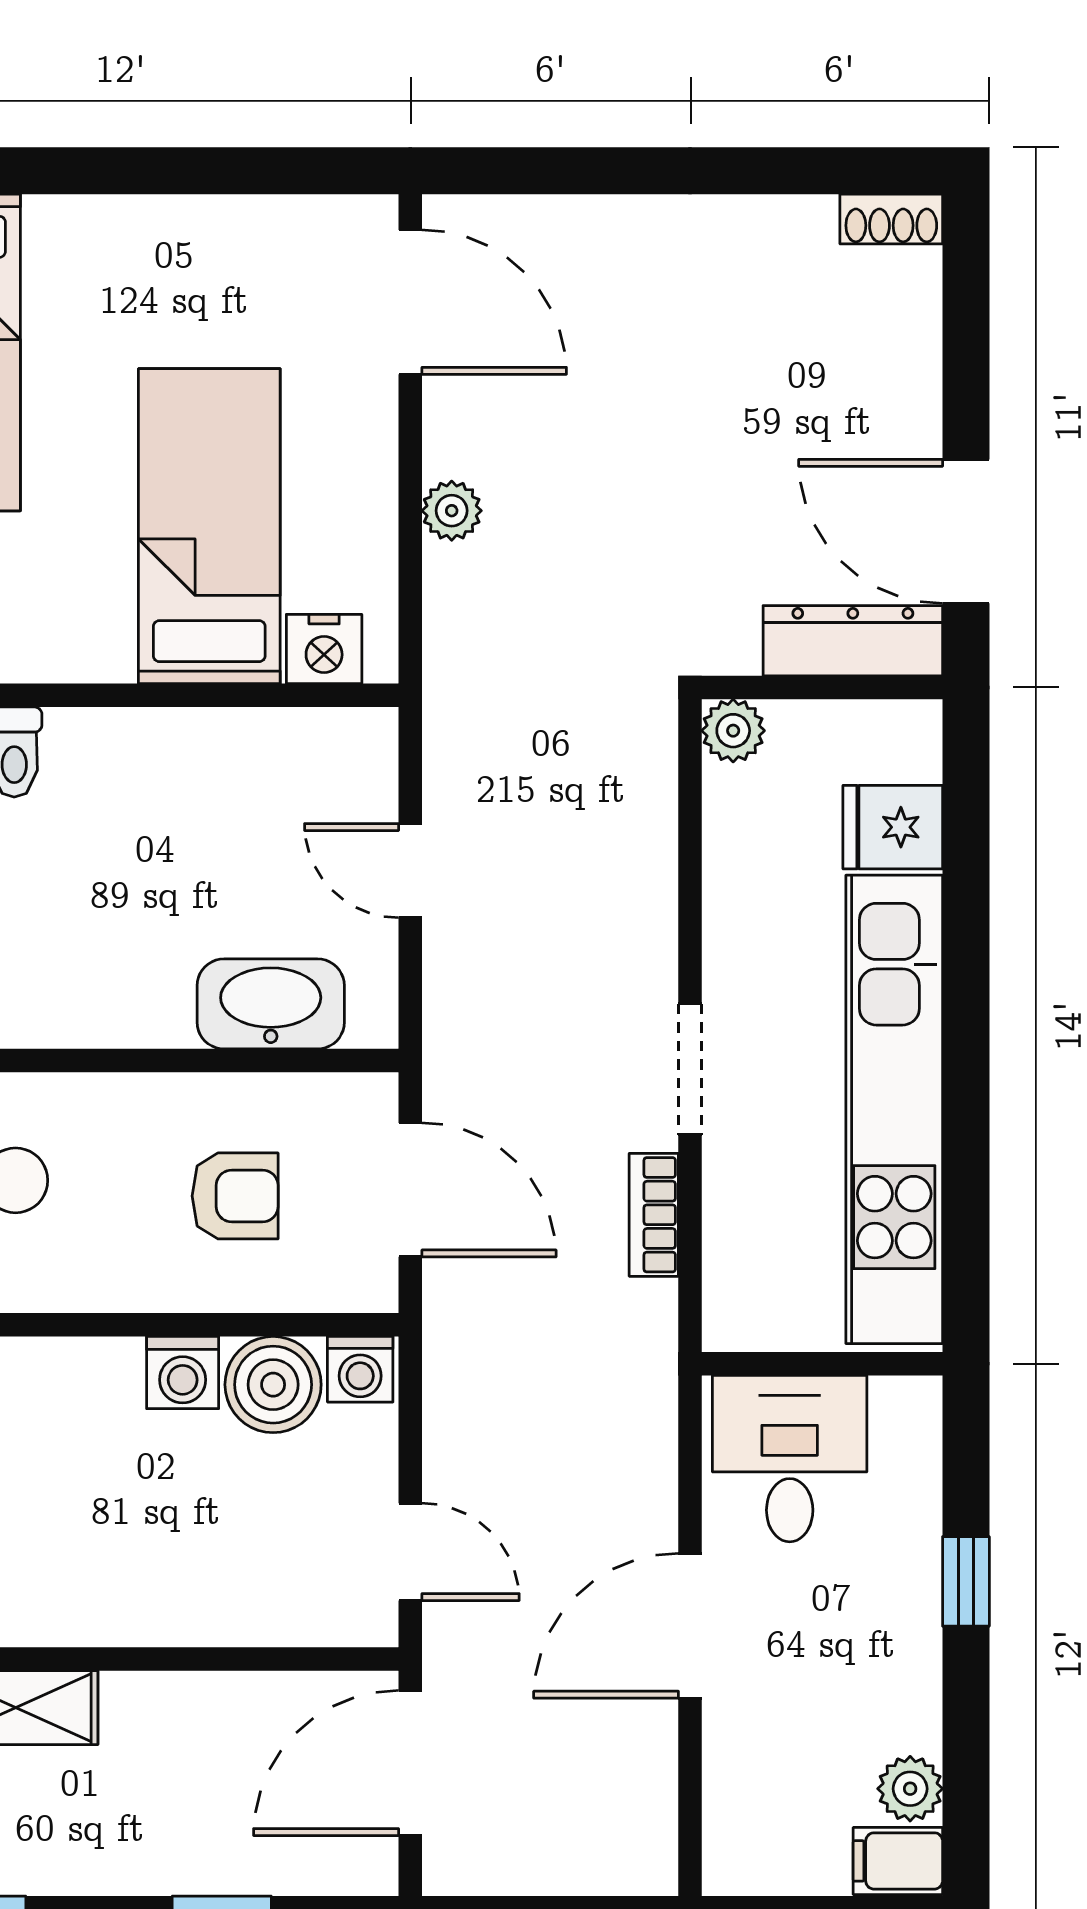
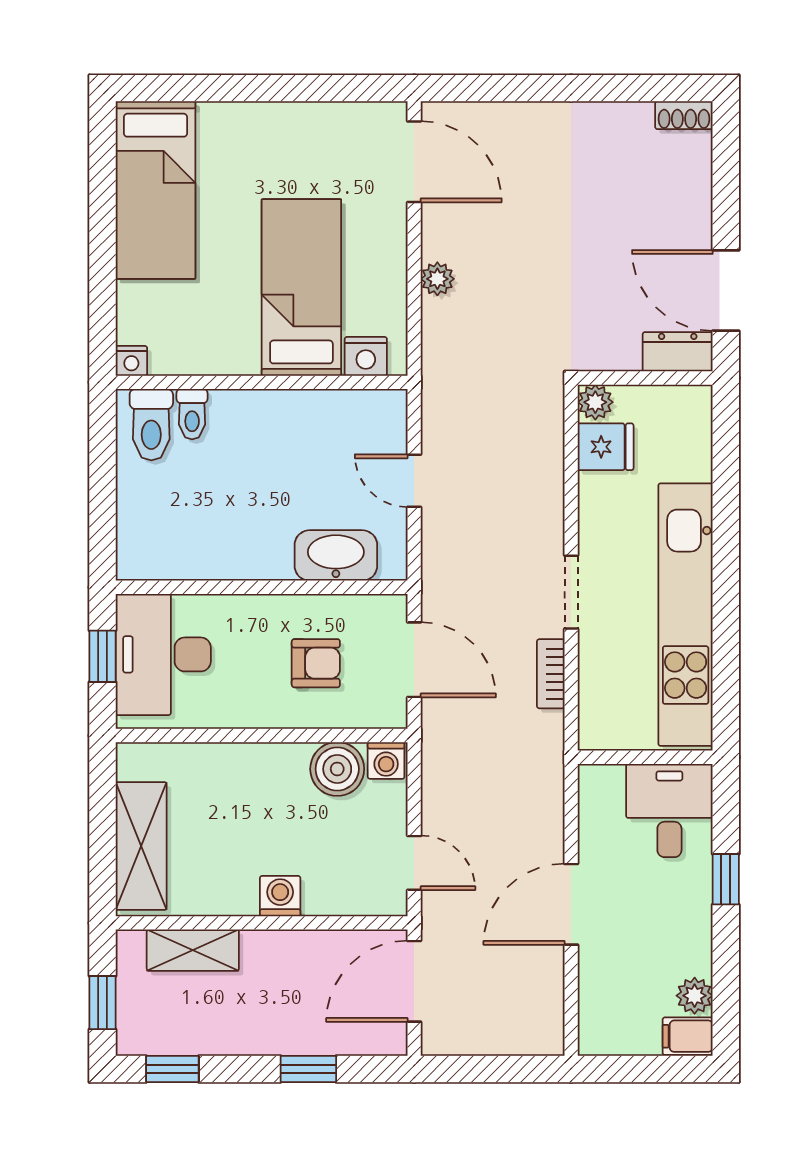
dresser: (853, 641) -> (678, 352), width x0.70
fridge: (893, 827) -> (606, 447), moved, turned 180
washing machine: (183, 1373) -> (280, 896), moved, turned 180
desk: (790, 1459) -> (669, 810), moved

